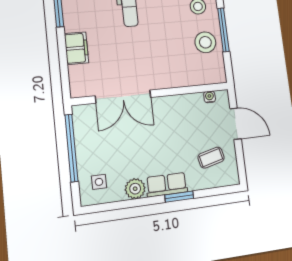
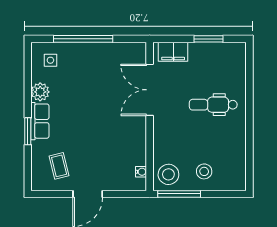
wall: (151, 94) -> (150, 116), moved
double door: (123, 97) -> (150, 90), moved
water cooler: (210, 97) -> (141, 172), moved

